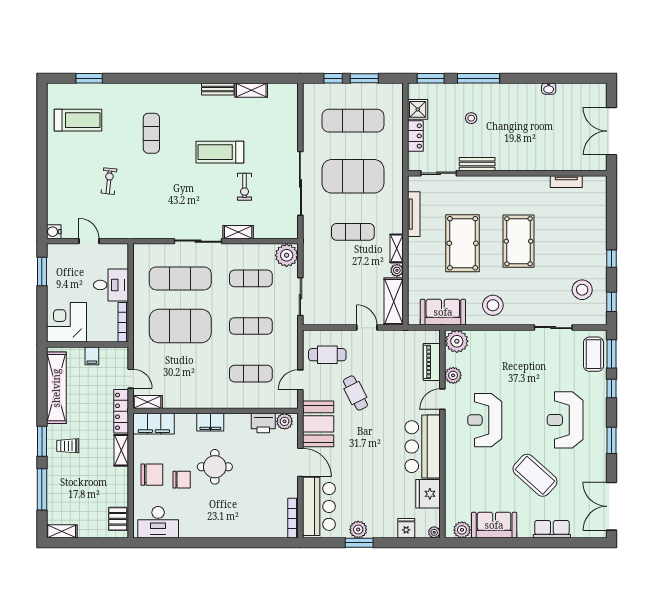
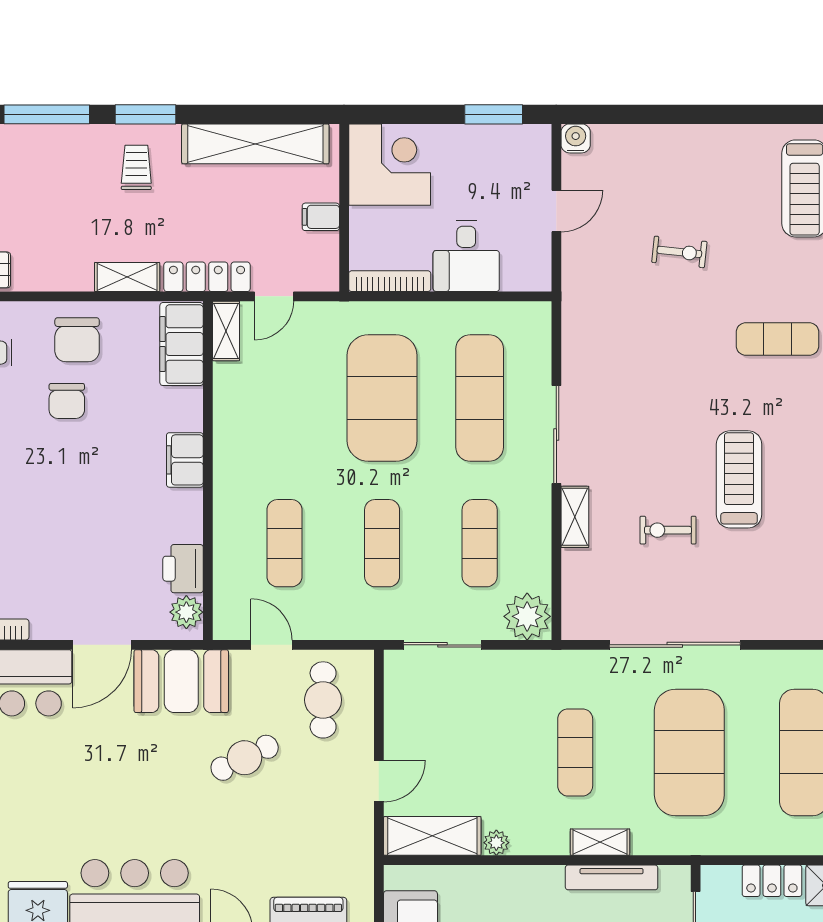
shelving: (397, 248) -> (600, 842), moved
round table: (215, 467) -> (93, 469), removed

